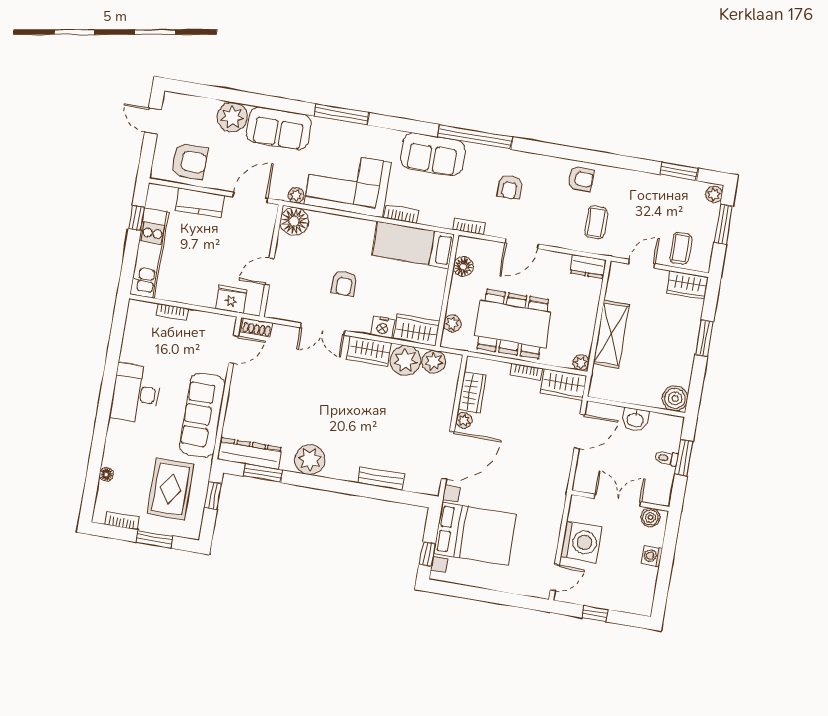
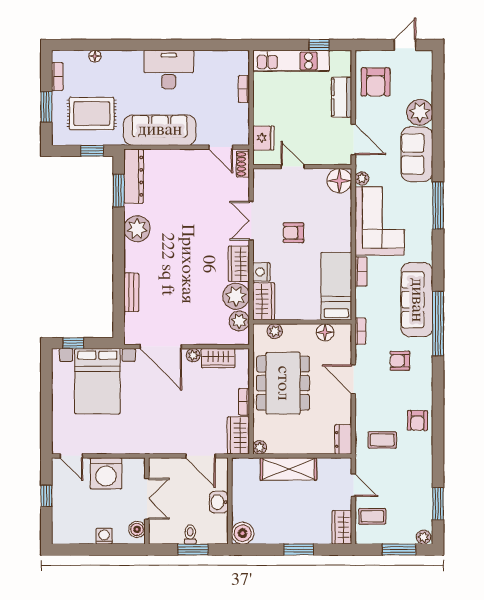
sofa: (433, 154) -> (417, 300), width x1.36

